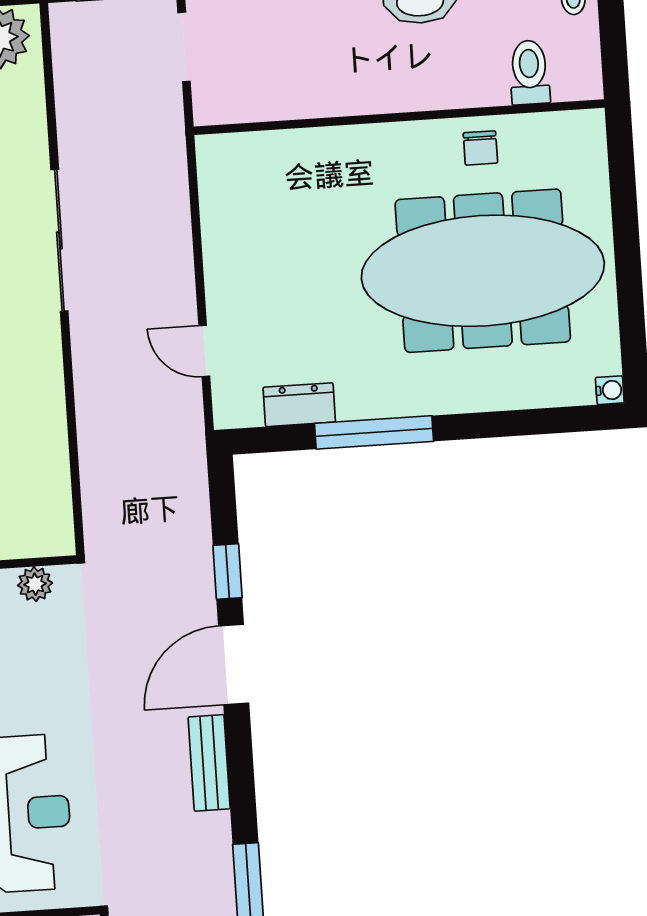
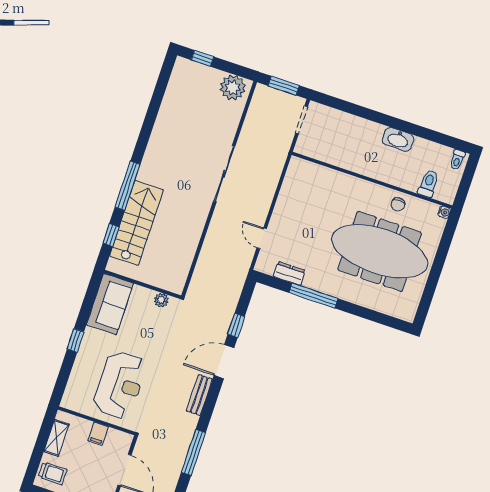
water cooler: (610, 390) -> (444, 212), moved

